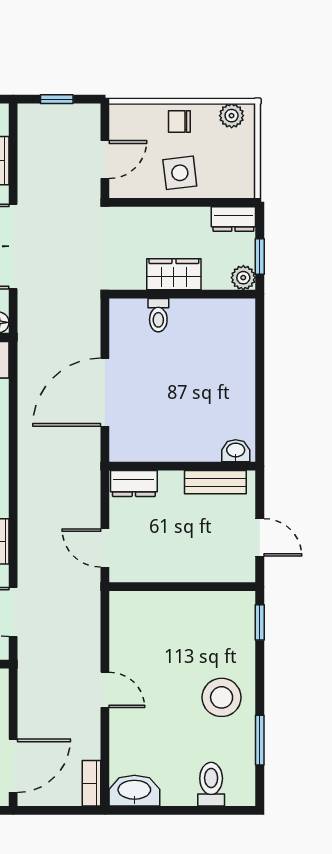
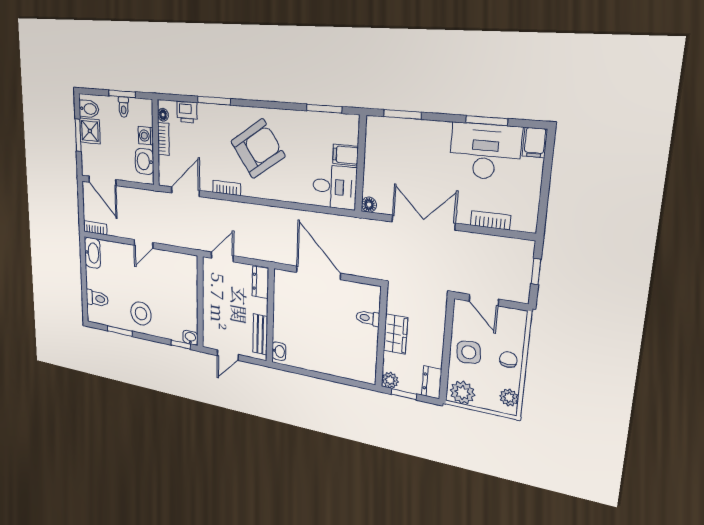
plant: (239, 176) -> (462, 393), added
washbasin: (244, 604) -> (190, 338), added

